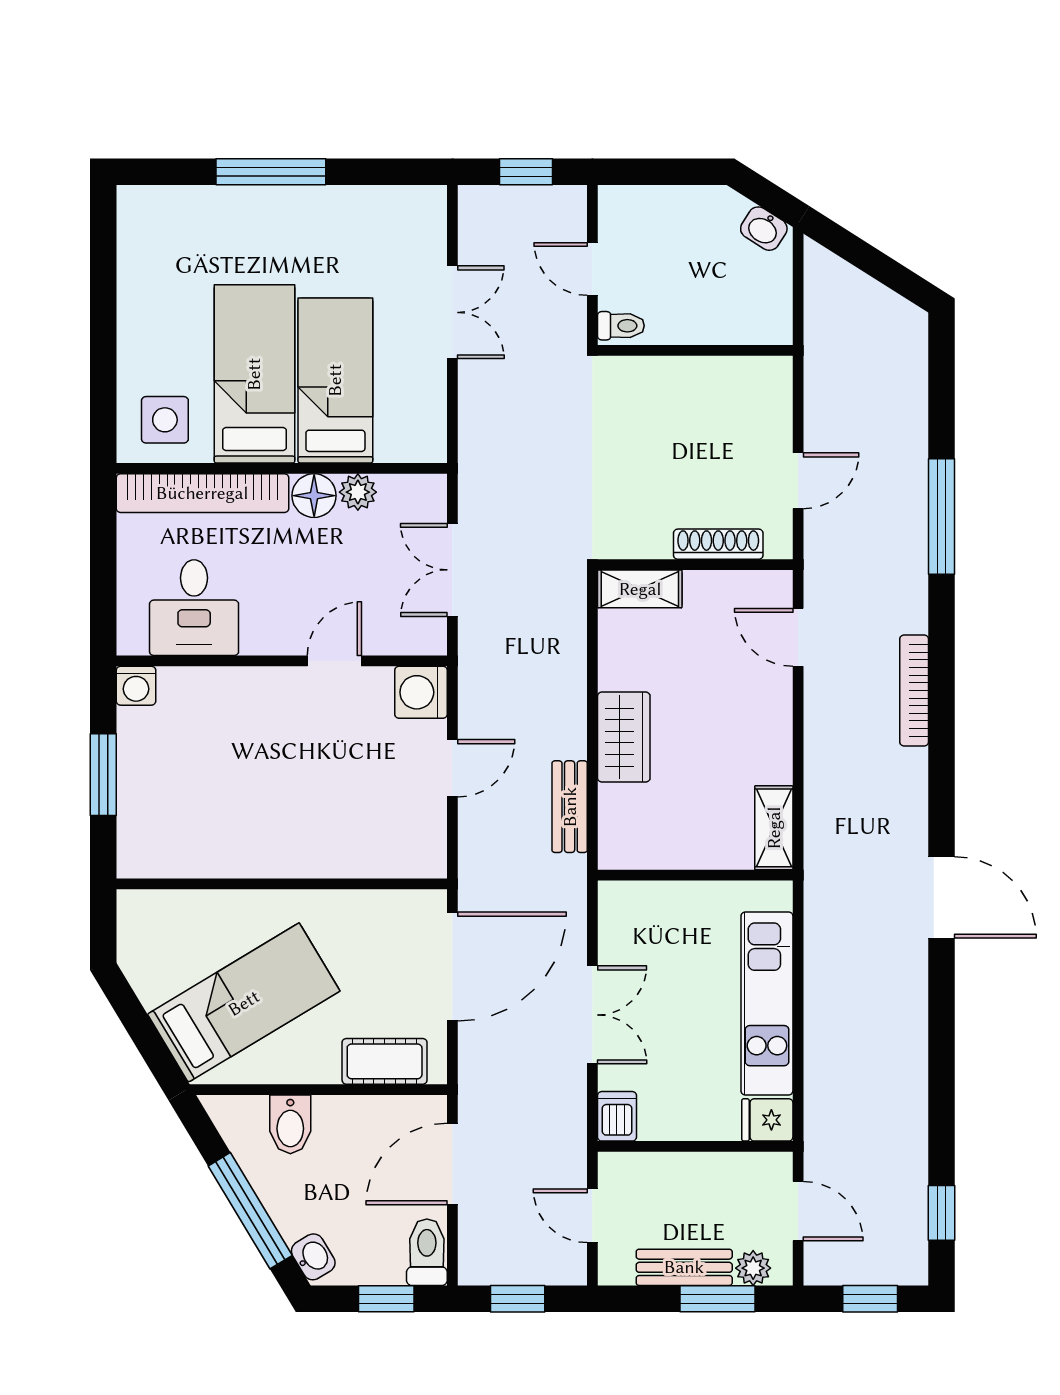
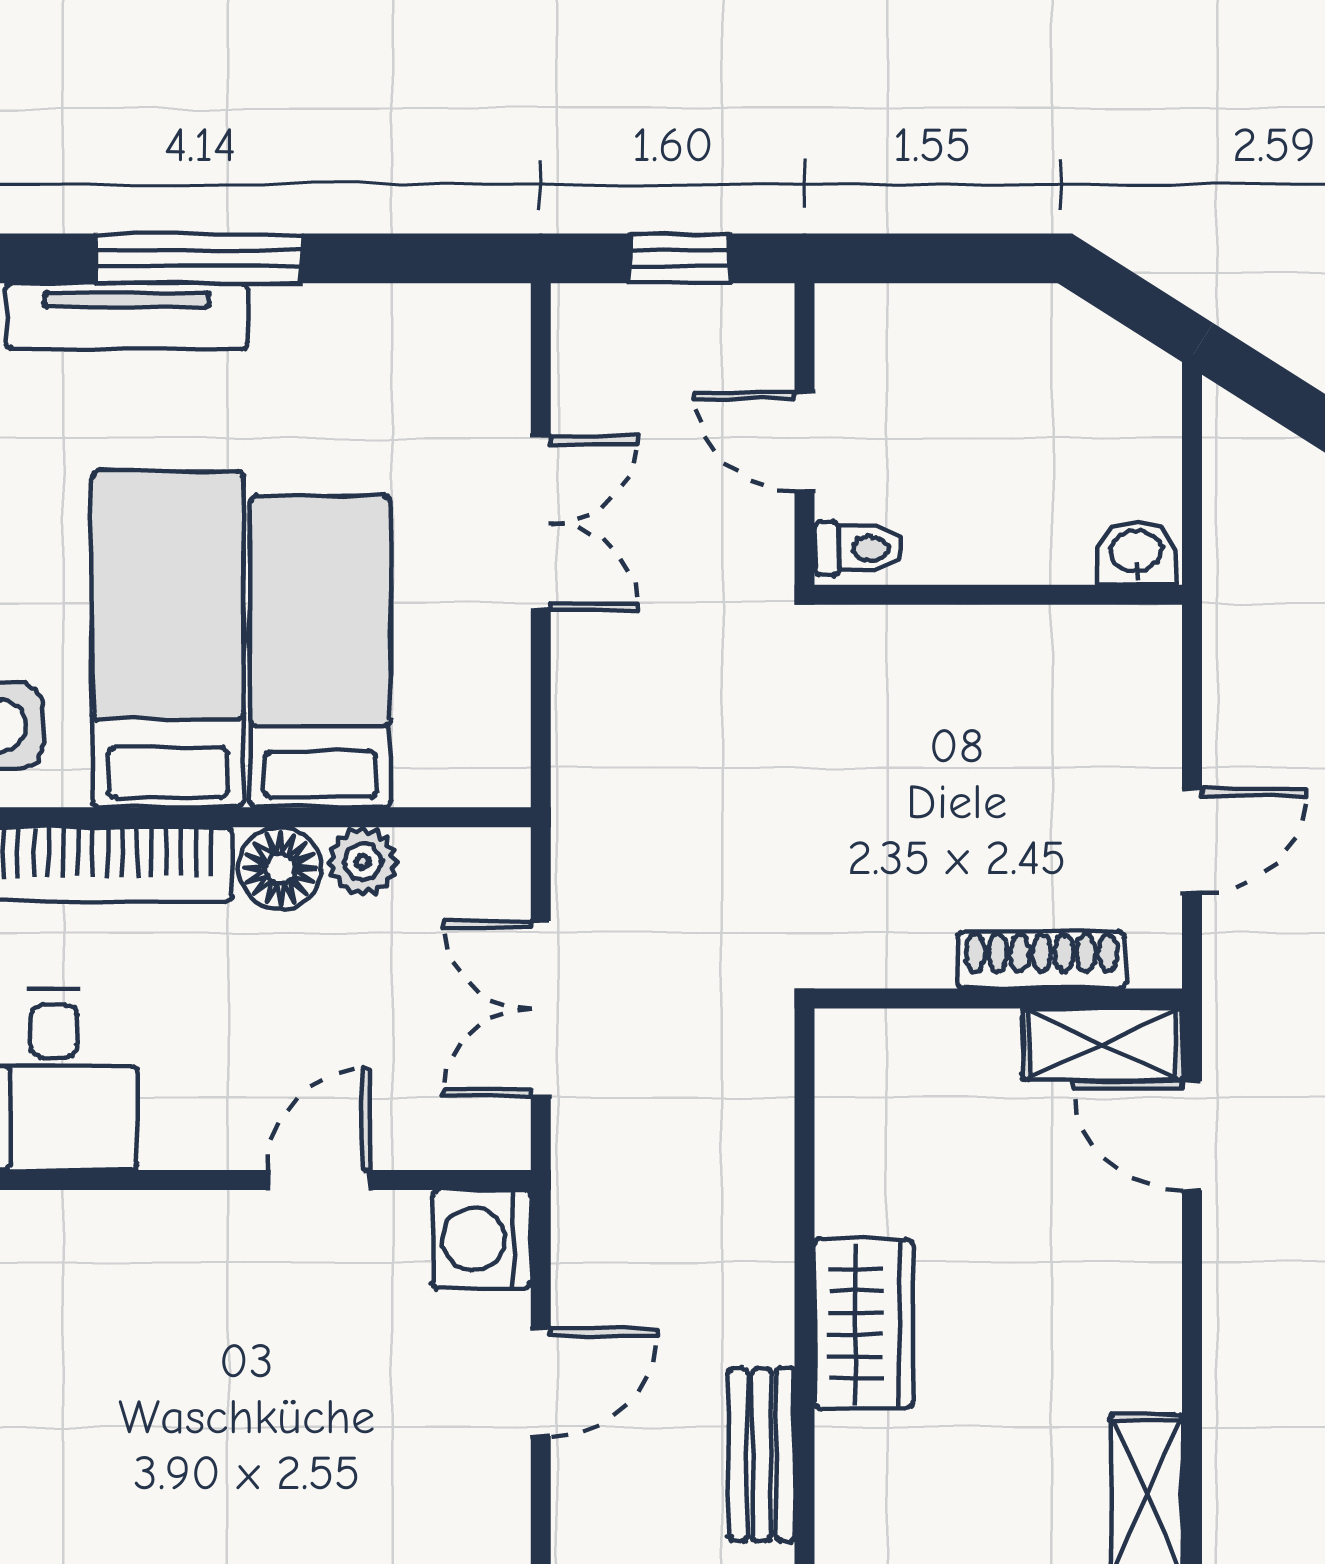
tv unit: (233, 202) -> (127, 316), added
washbasin: (764, 229) -> (1136, 553), moved, turned 148
shelving: (640, 589) -> (1103, 1044), moved

